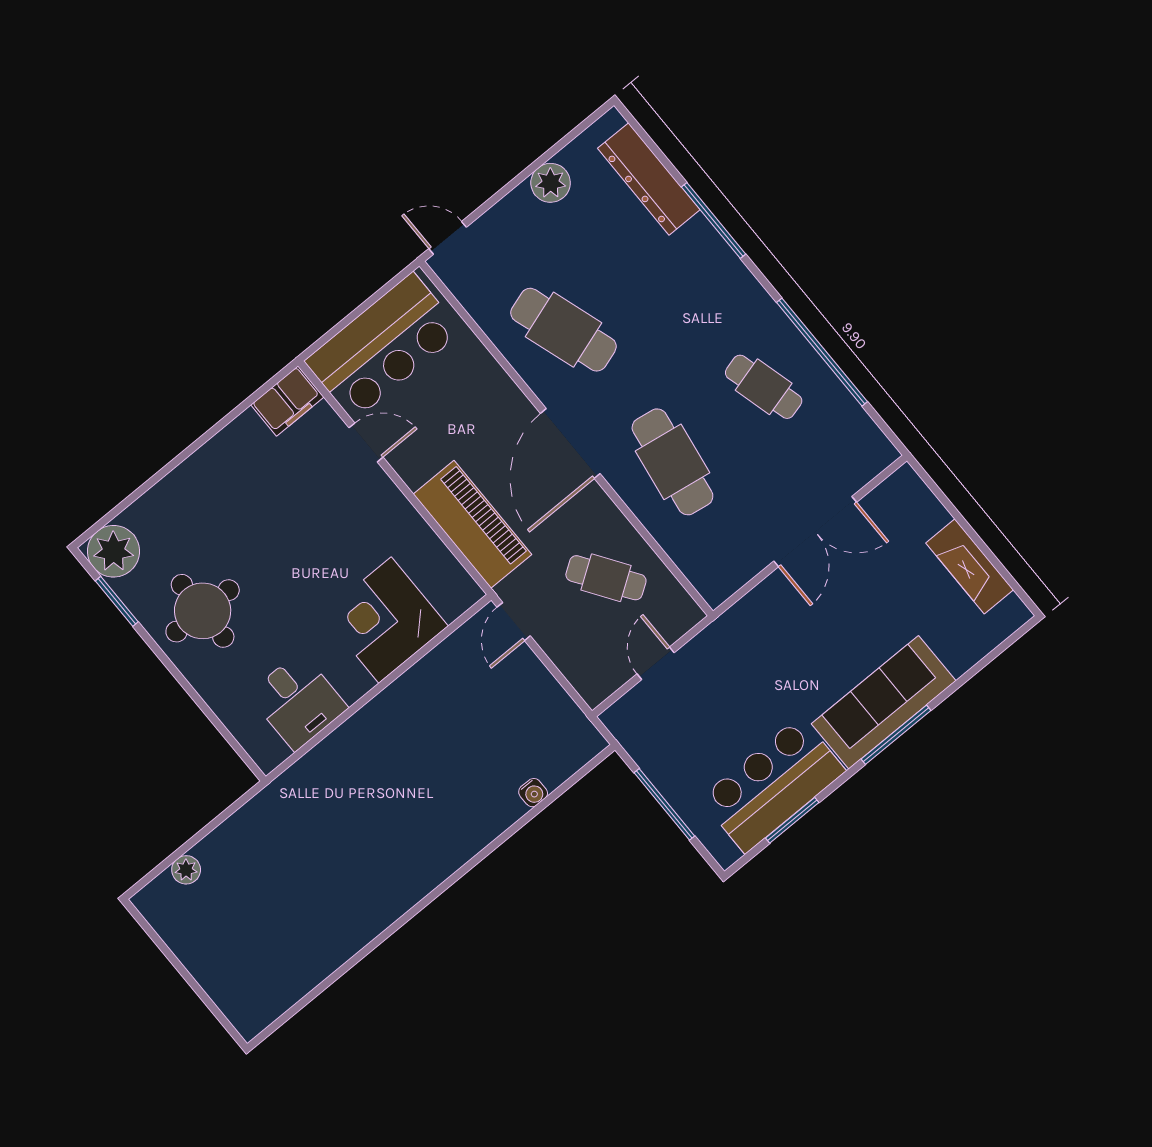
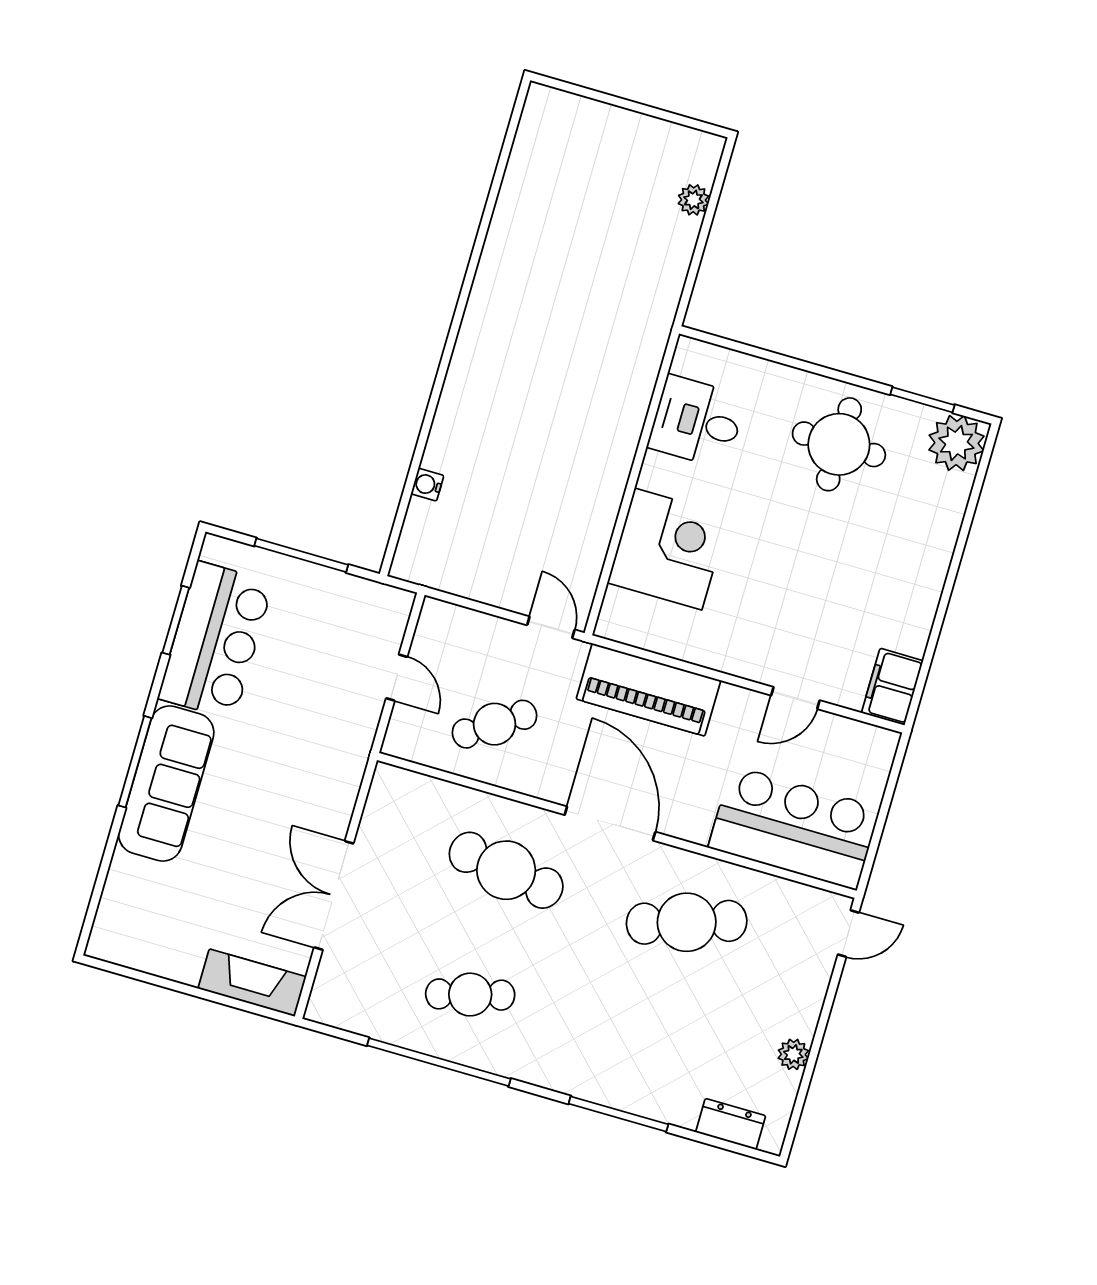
dresser: (649, 179) -> (731, 1124), width x0.51, depth x0.80
plant: (551, 183) -> (793, 1054), width x0.73, depth x0.73
bar counter: (383, 346) -> (794, 828), moved, turned 90
fireplace: (970, 566) -> (252, 983), moved

